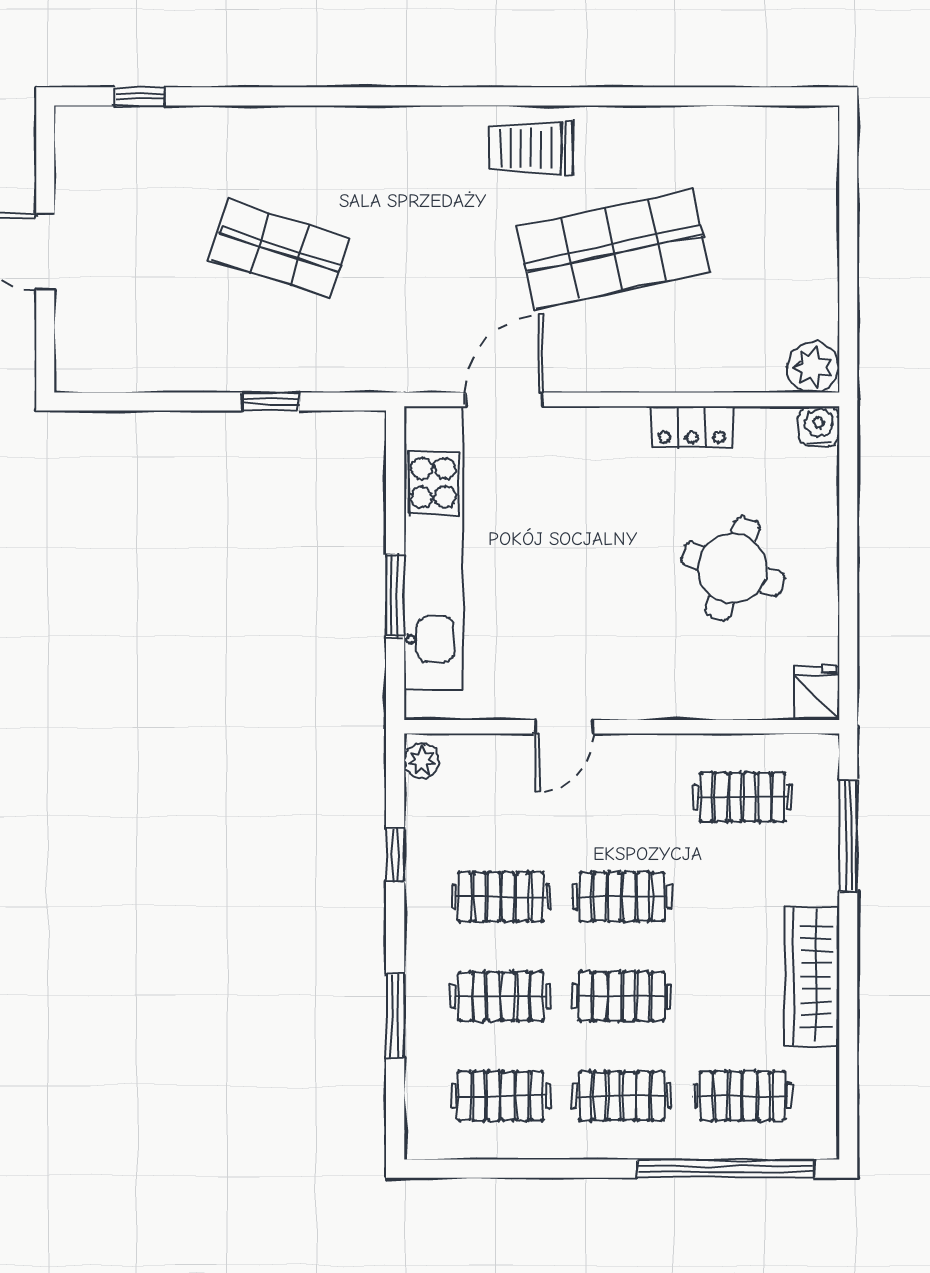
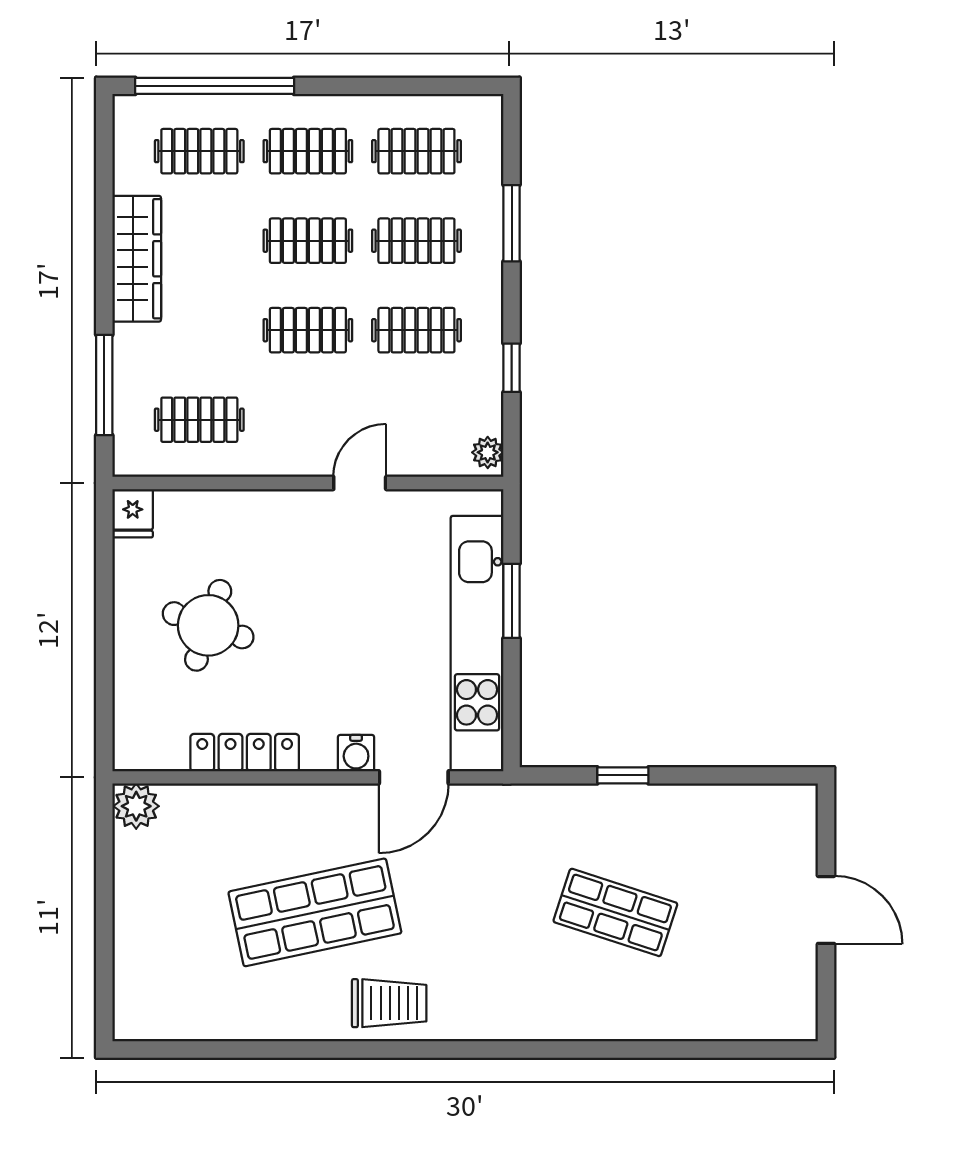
window: (139, 96) -> (741, 1050), removed
water cooler: (819, 426) -> (356, 753), moved
locker: (692, 427) -> (245, 753), width x1.53

